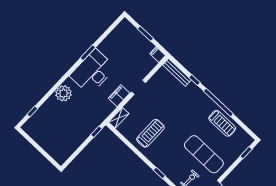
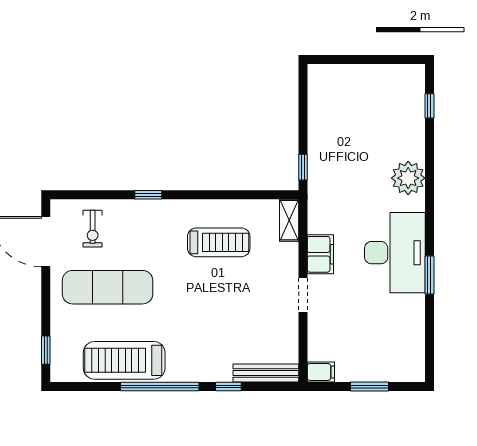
treadmill: (222, 123) -> (124, 360), width x1.37, depth x1.38
treadmill: (150, 133) -> (219, 242), turned -90

